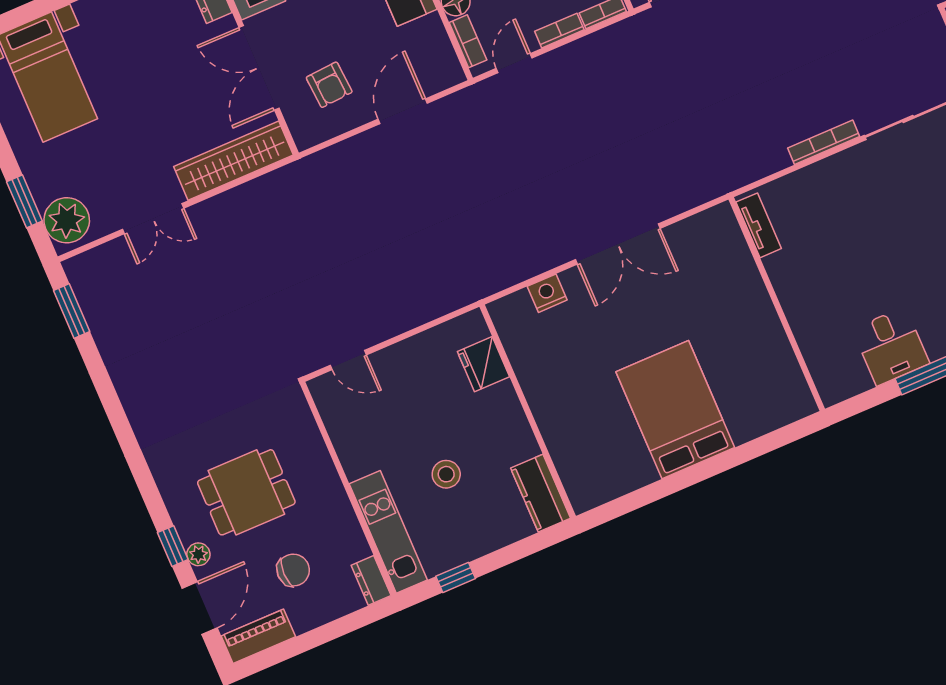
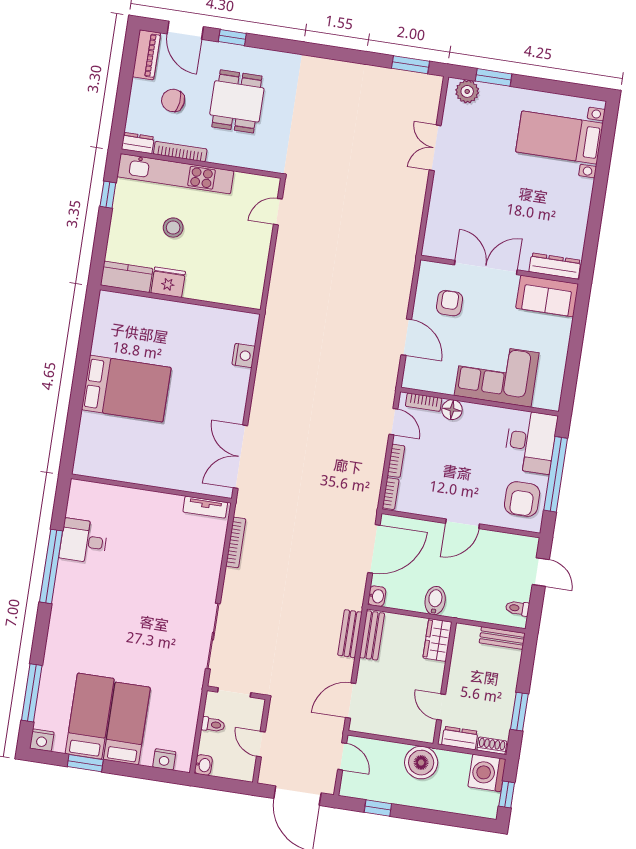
armchair: (329, 85) -> (450, 303), turned 94
bookcase: (824, 142) -> (236, 542), moved
wardrobe: (233, 161) -> (440, 218), removed
plant: (67, 220) -> (467, 91), width x0.73, depth x0.73
double door: (618, 244) -> (240, 457), moved
fridge: (483, 364) -> (168, 282), moved
bookcase: (349, 523) -> (180, 152), added
kitchen unit: (388, 532) -> (175, 174), width x1.36
plant: (198, 554) -> (218, 50), removed
chair: (293, 570) -> (173, 100), turned 97

